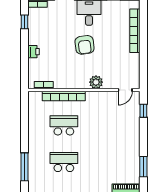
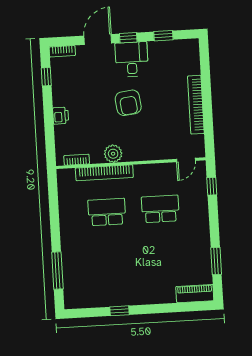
bookcase: (135, 31) -> (196, 105), moved
plant: (96, 82) -> (113, 154), moved
school desk: (64, 162) -> (160, 209), moved

